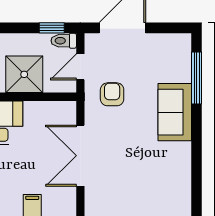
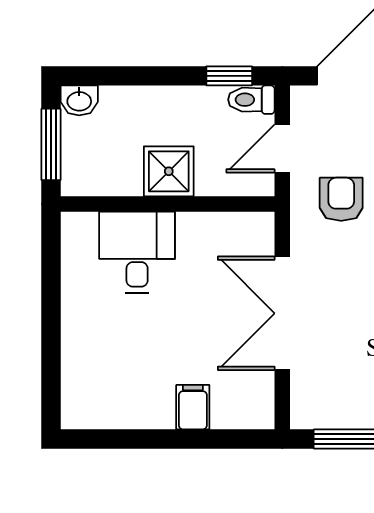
shower: (24, 74) -> (169, 171), width x0.73, depth x0.73

